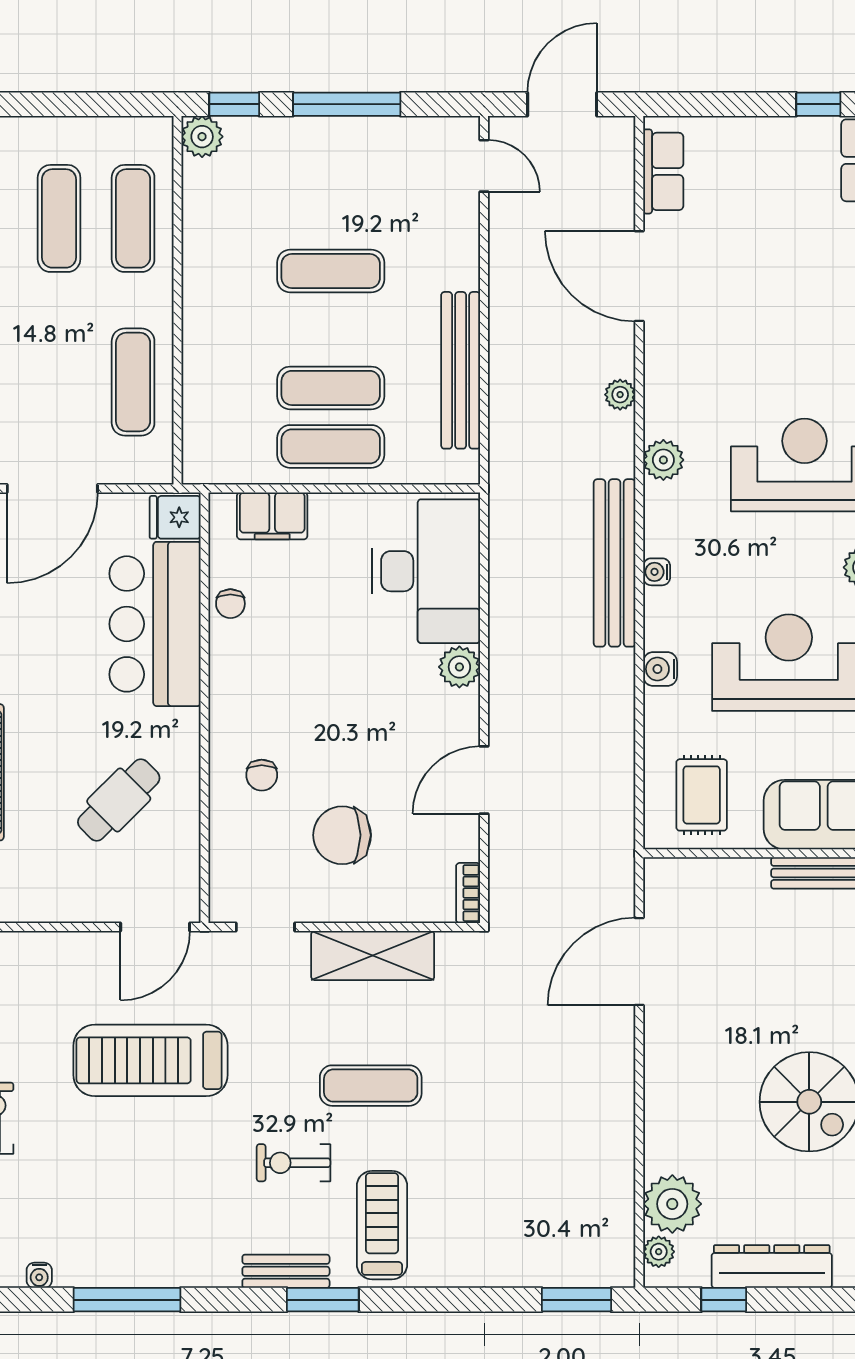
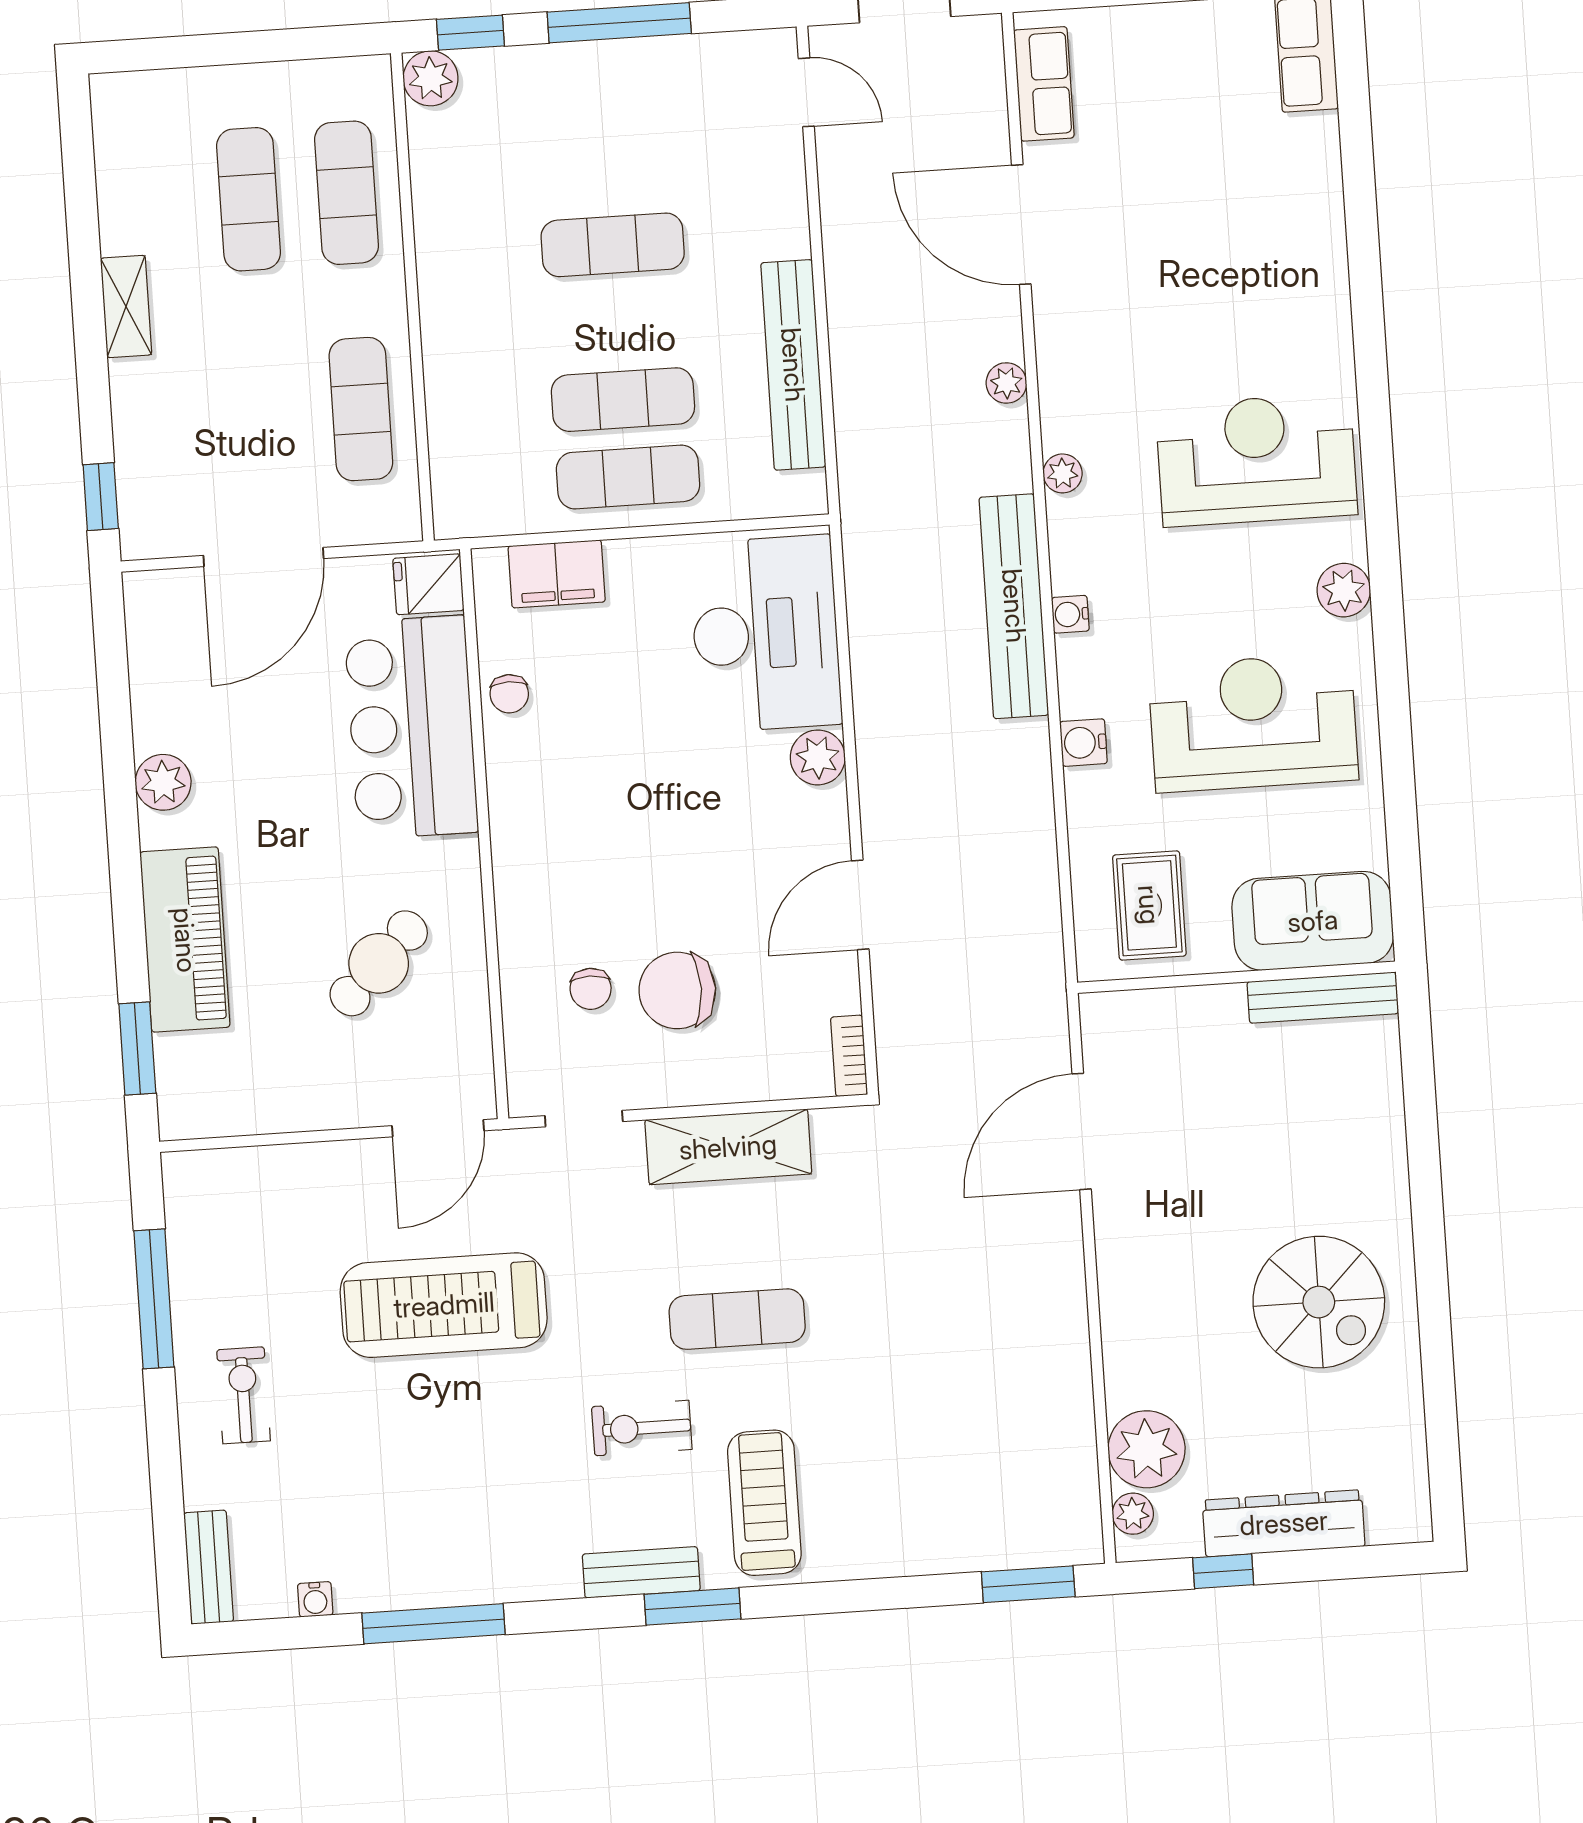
plant: (663, 460) -> (1063, 473), width x0.73, depth x0.73
chair: (262, 775) -> (591, 989), moved

